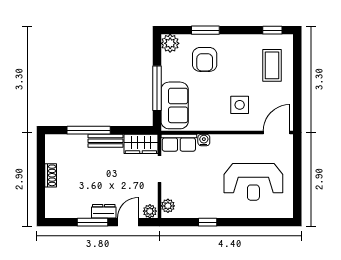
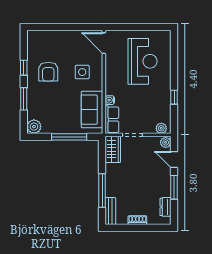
window: (272, 30) -> (24, 68), moved
armchair: (205, 59) -> (48, 72), moved, turned 90
coffee table: (272, 65) -> (51, 47), removed
sofa: (175, 105) -> (92, 110), moved, turned -90
bench: (105, 141) -> (110, 211), moved
dresser: (104, 211) -> (166, 207), moved

